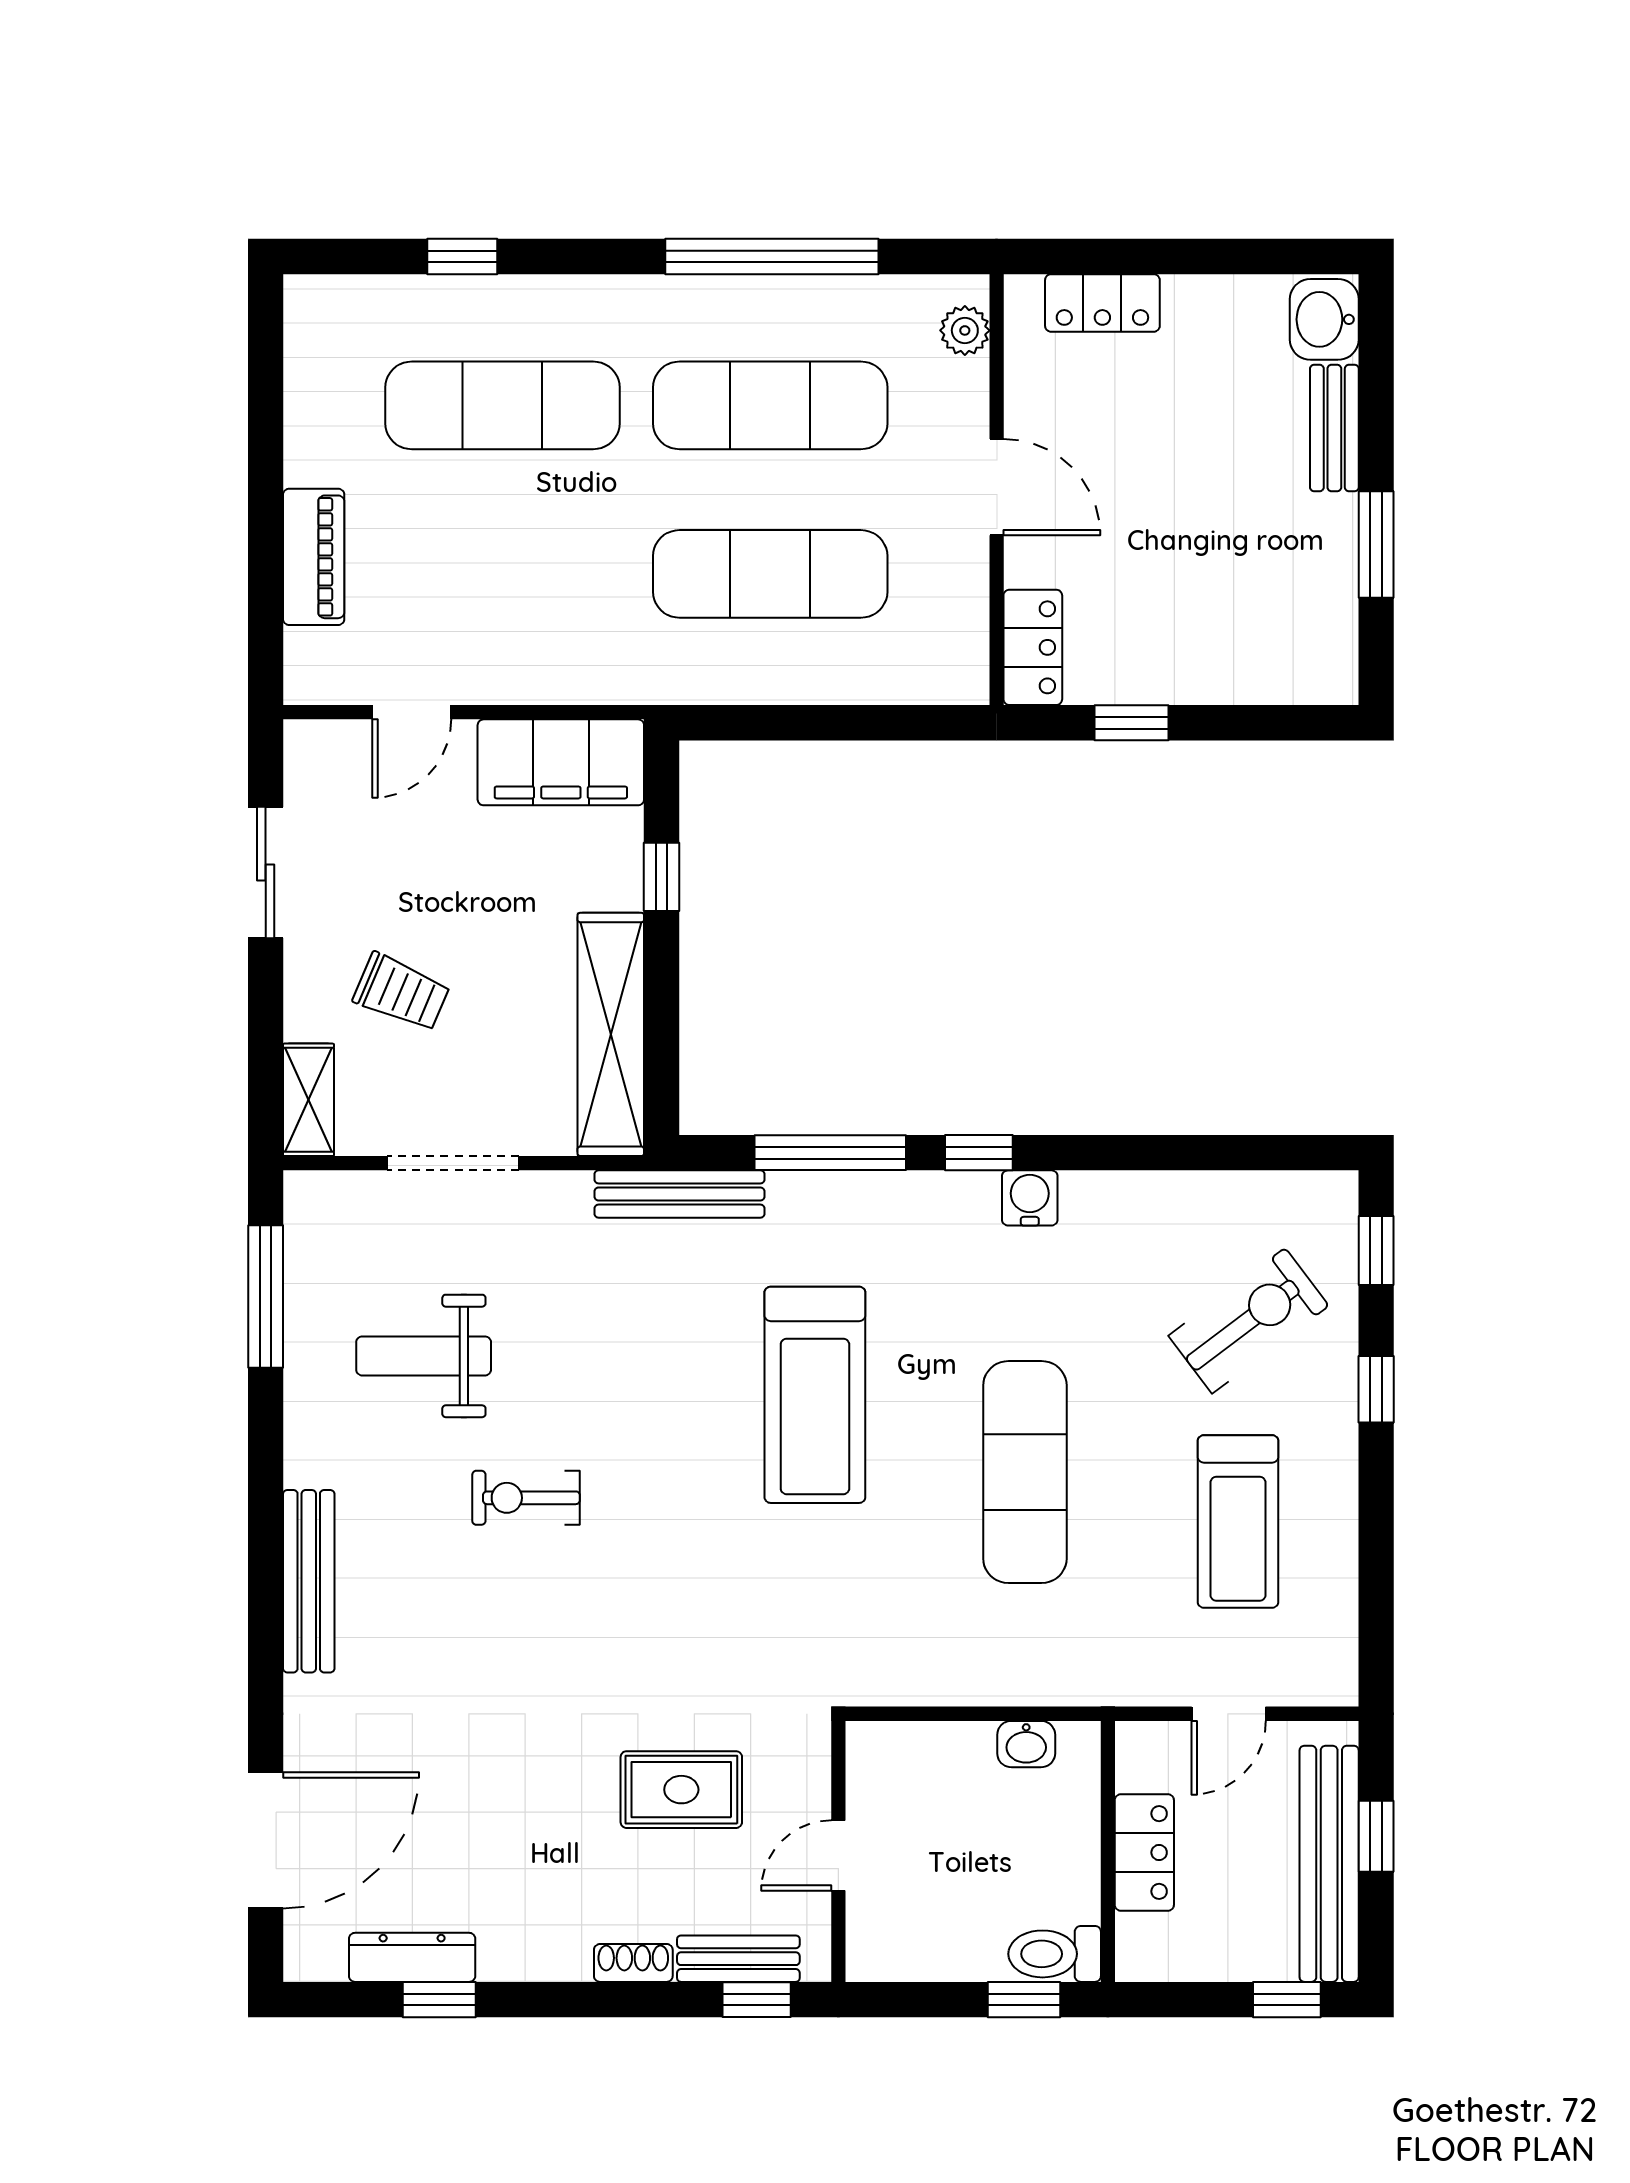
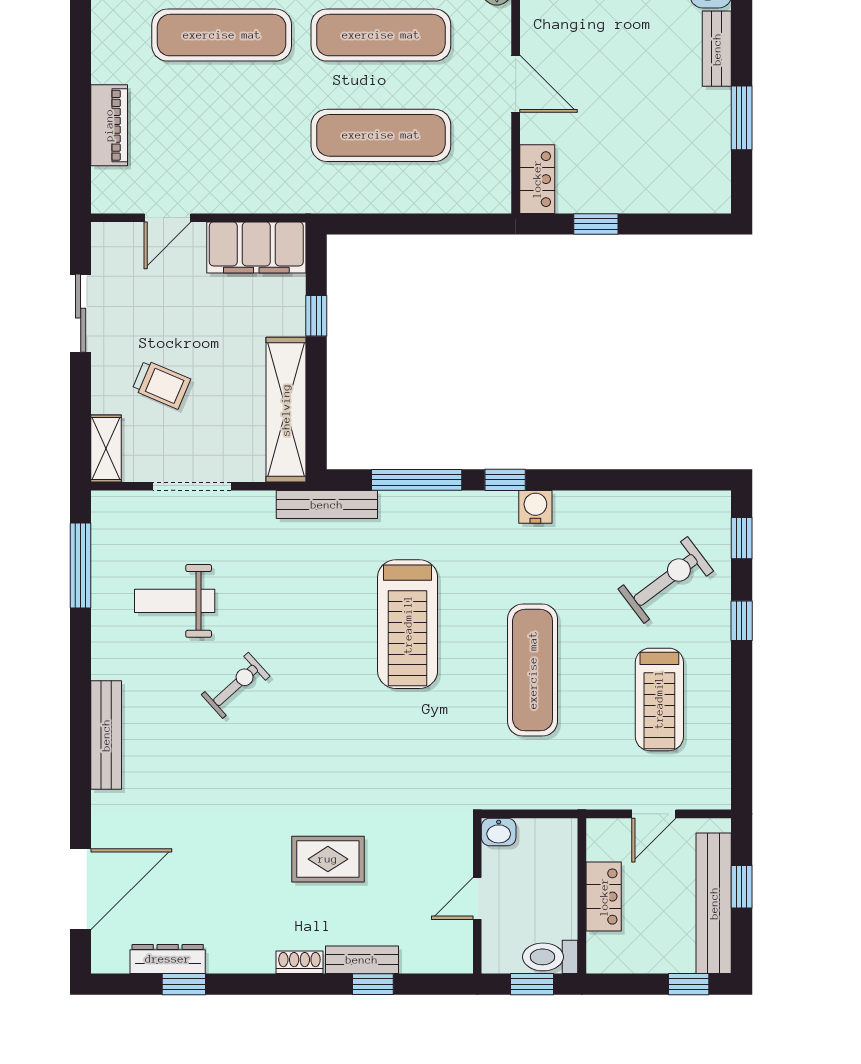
exercise bike: (526, 1498) -> (236, 685), turned 138
washbasin: (1026, 1744) -> (499, 832), moved
wall: (838, 1851) -> (477, 896), moved
door: (838, 1856) -> (477, 898), moved

